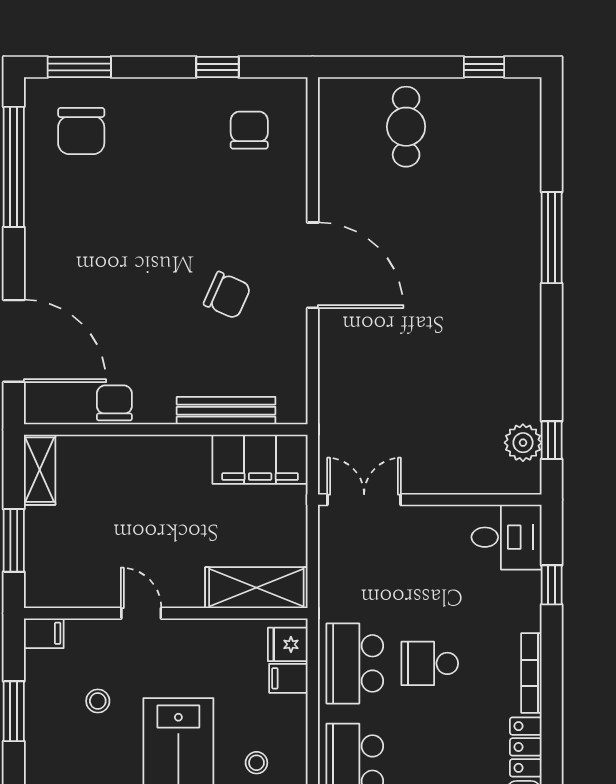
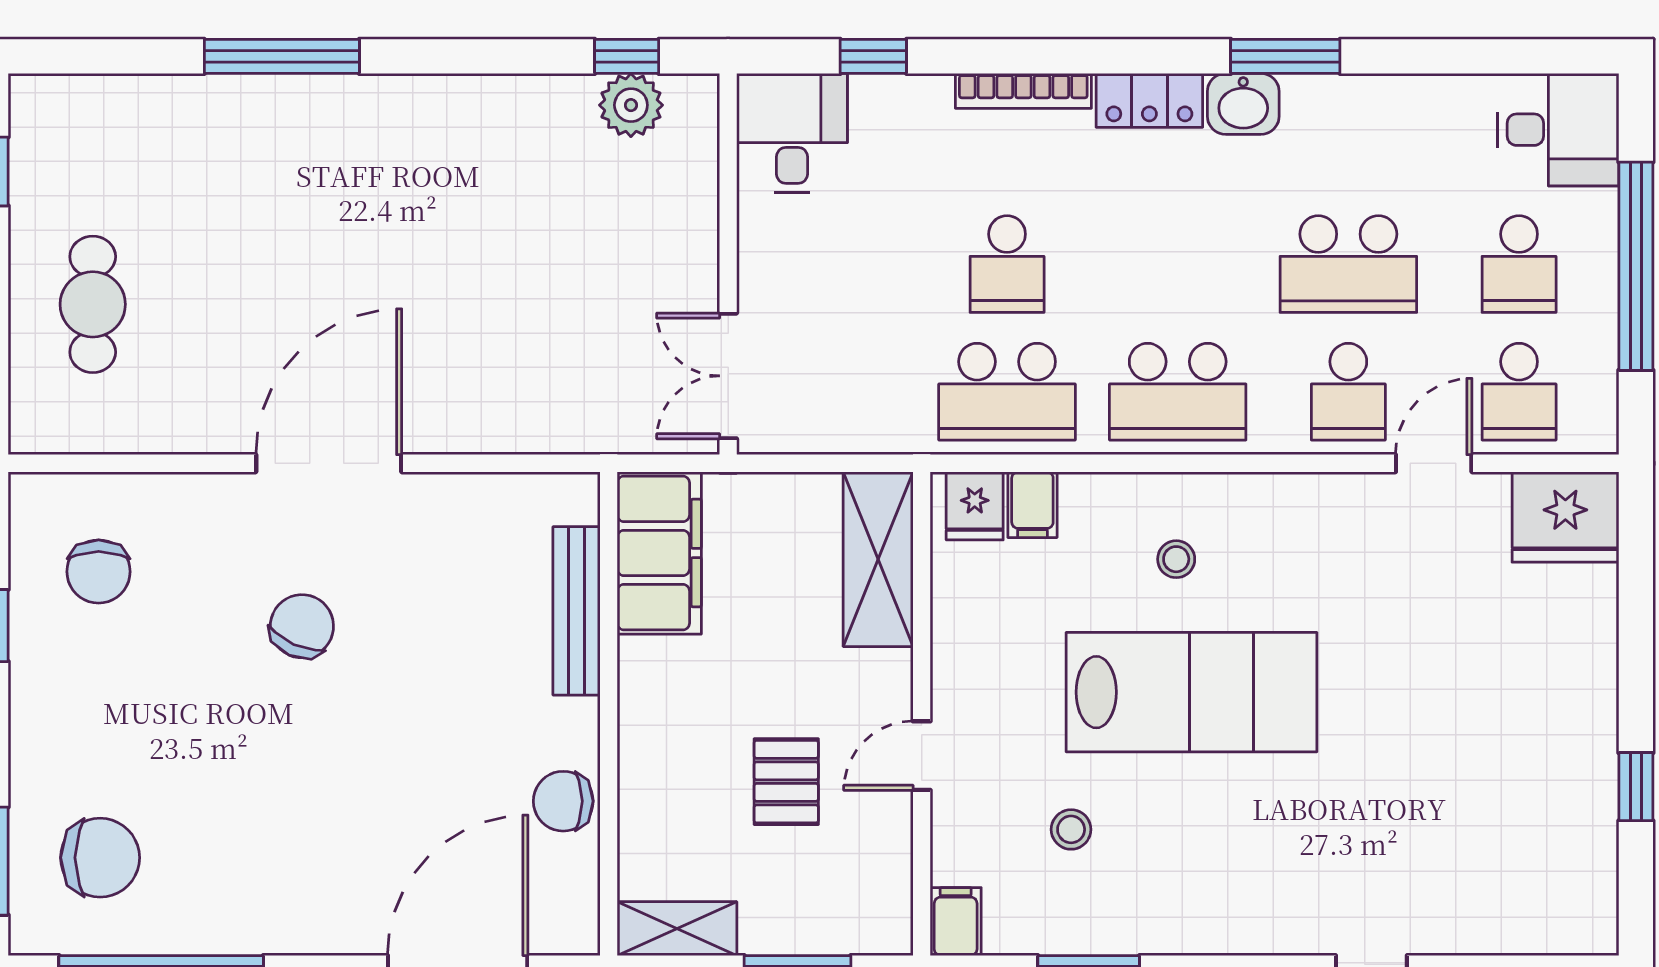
cafe table: (406, 127) -> (93, 304), turned 90
chair: (249, 130) -> (99, 572), turned -90
chair: (227, 295) -> (302, 626), moved
pallet: (126, 534) -> (786, 782), added

